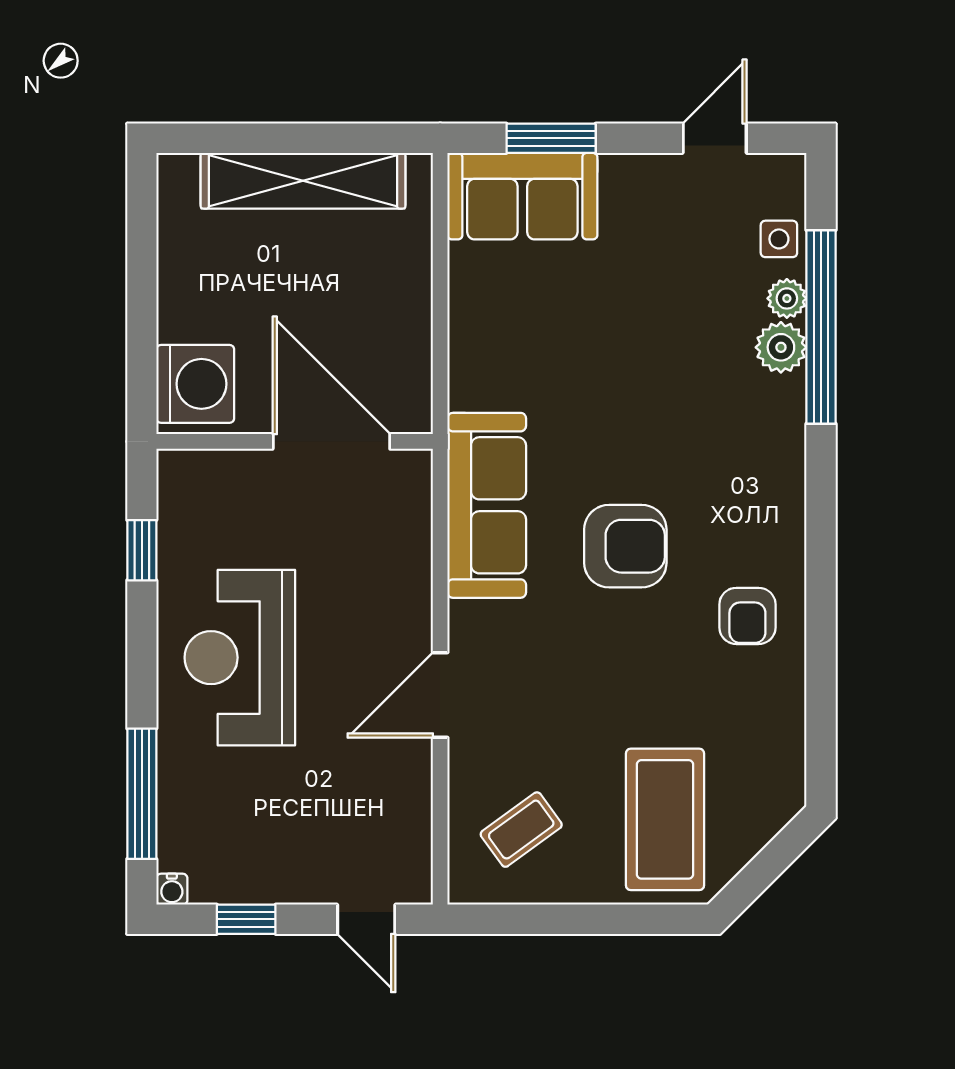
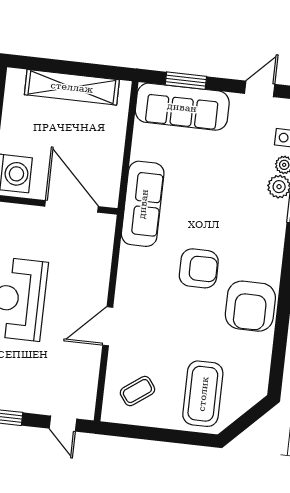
sofa: (522, 196) -> (182, 107), width x1.36
sofa: (487, 505) -> (143, 204), moved
armchair: (747, 616) -> (250, 306), width x1.88, depth x1.88

